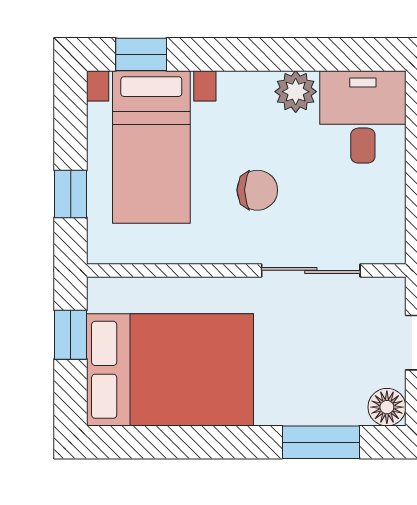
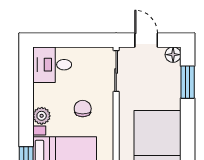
plant: (296, 92) -> (42, 116), moved
sliding door: (311, 270) -> (116, 71), moved

